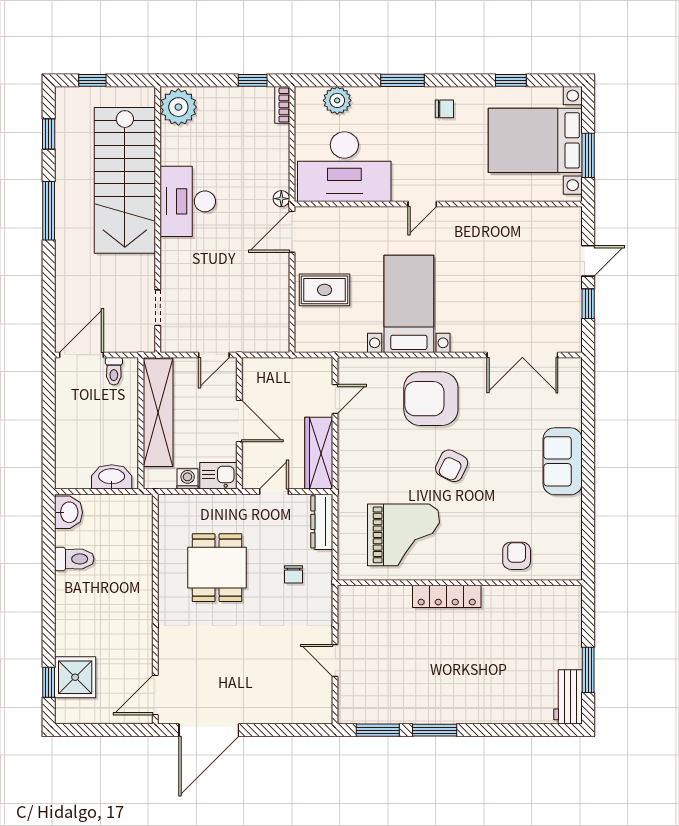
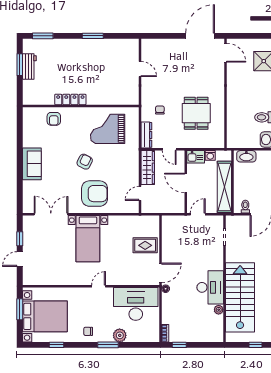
plant: (337, 100) -> (120, 335), moved
plant: (178, 107) -> (219, 310), moved, width x0.53, depth x0.53
bed with nightstands: (409, 304) -> (88, 239), moved
door: (274, 492) -> (169, 149), hinge flipped
locker: (447, 596) -> (70, 100), moved
door: (155, 695) -> (226, 53), hinge flipped
workbench: (568, 697) -> (29, 67), moved
window: (378, 730) -> (43, 36), moved

